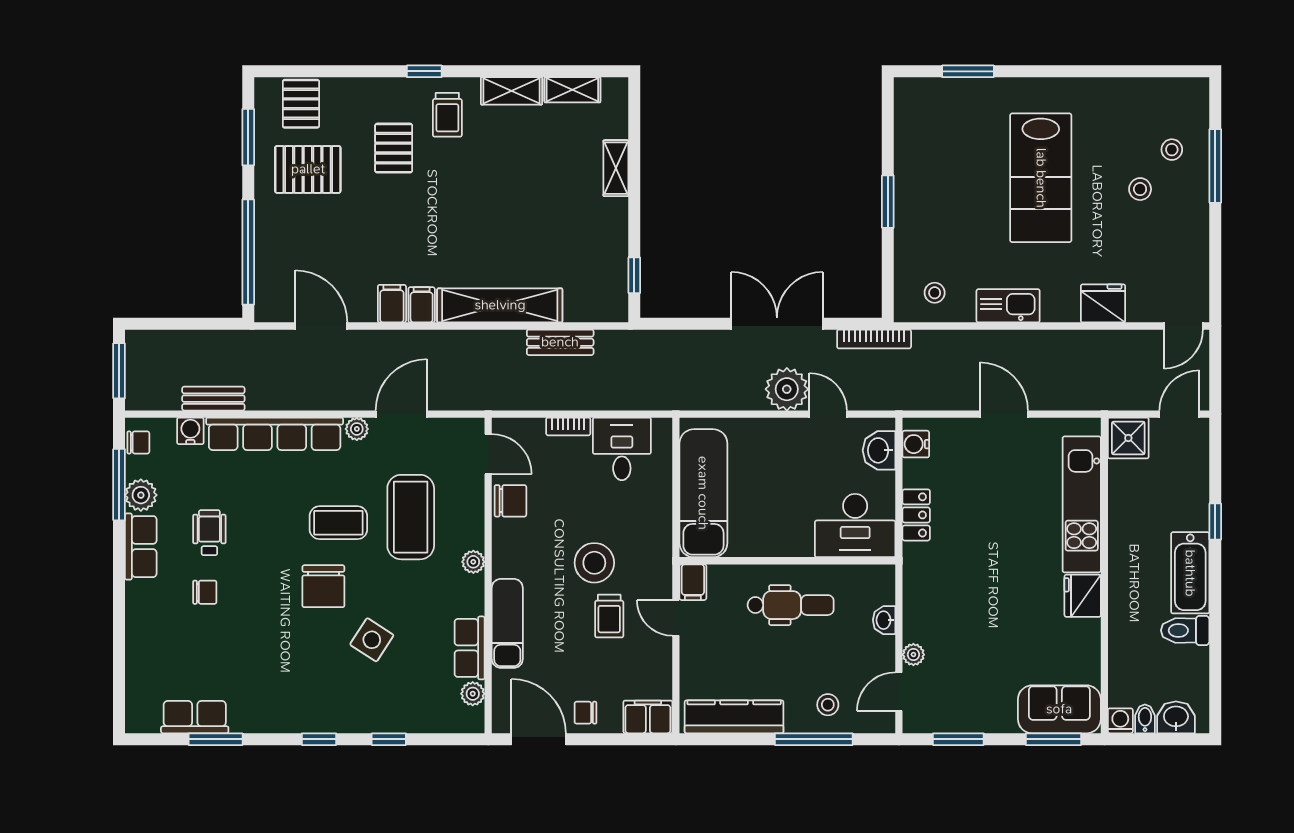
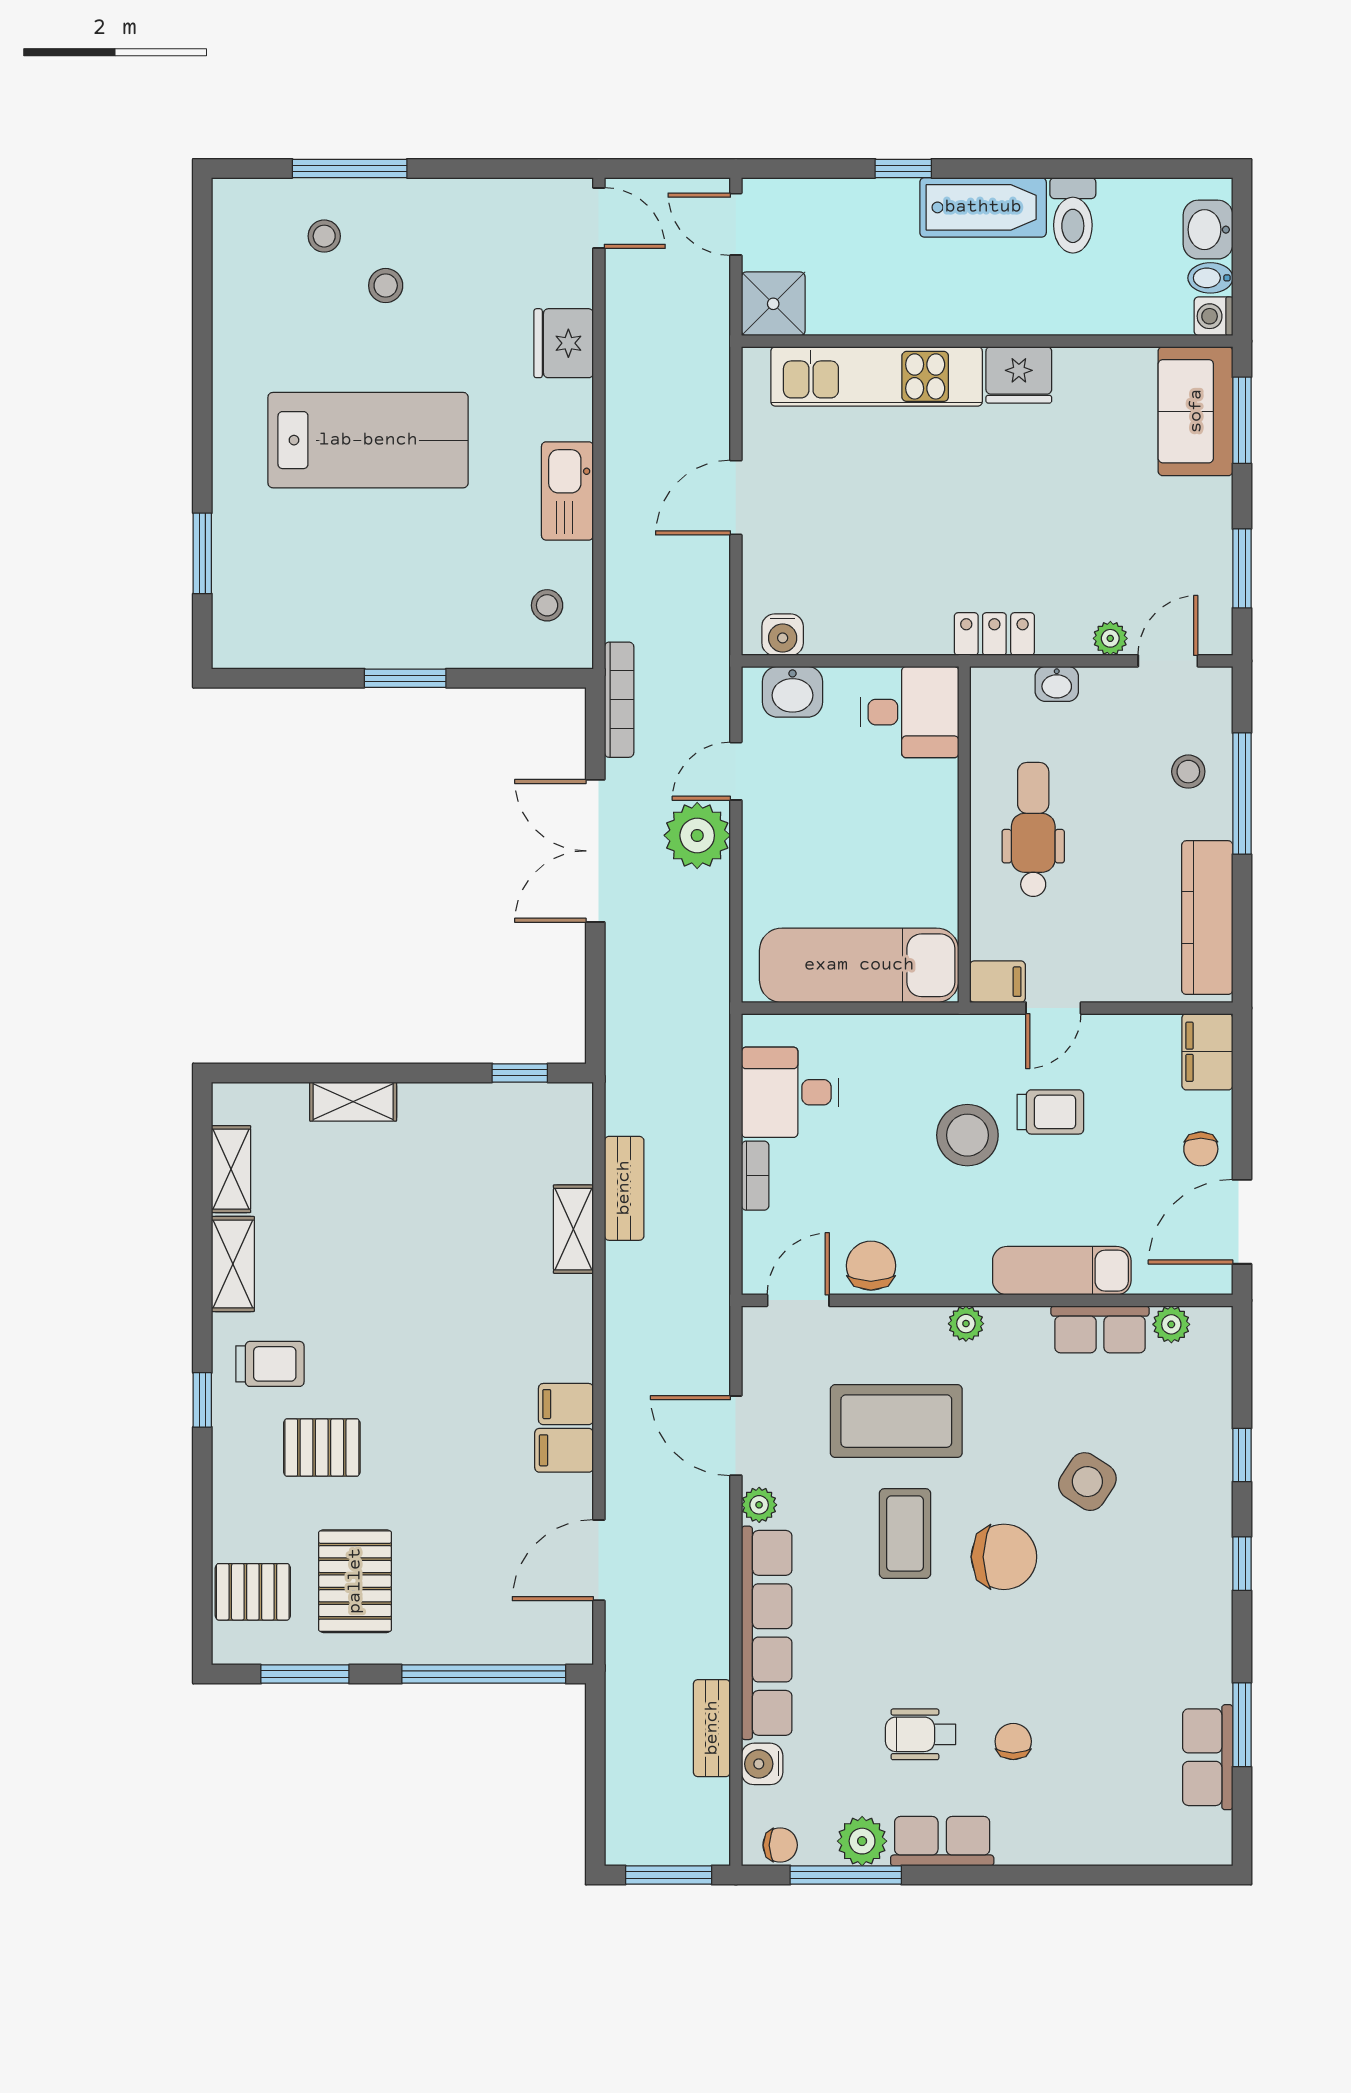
shelving: (500, 305) -> (573, 1229), width x0.45, depth x0.75
chair: (138, 442) -> (780, 1845), turned 90
locker: (916, 515) -> (994, 634), moved
desk: (855, 526) -> (909, 712), width x0.73
door: (899, 692) -> (1168, 661), swing flipped

